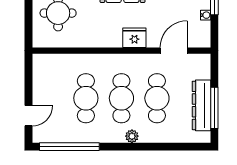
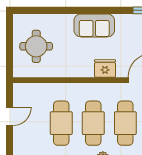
door: (28, 116) -> (10, 116), moved

